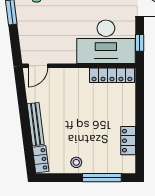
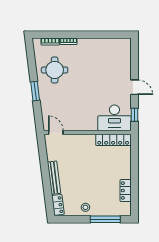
desk: (106, 42) -> (114, 118), width x0.73, depth x0.77
door: (38, 66) -> (56, 132), swing flipped

